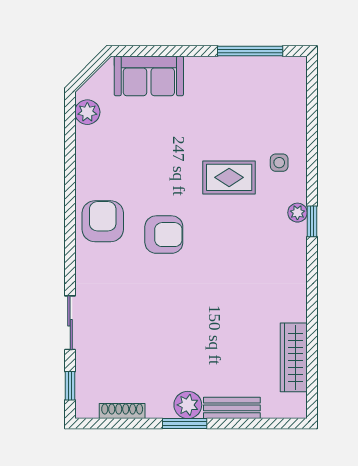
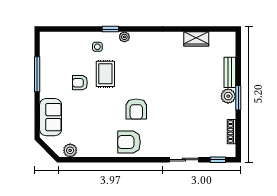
window: (250, 51) -> (37, 74), moved
armchair: (213, 130) -> (80, 83), added
window: (312, 221) -> (110, 29), moved
armchair: (164, 235) -> (136, 109), turned 180
wardrobe: (294, 357) -> (196, 39), width x0.67

